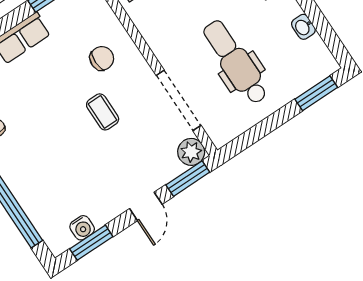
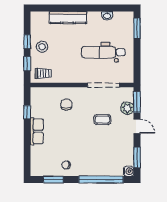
coffee table: (103, 112) -> (102, 120), moved
plant: (191, 152) -> (127, 108), moved
water cooler: (82, 228) -> (129, 171), moved

